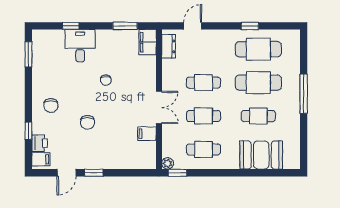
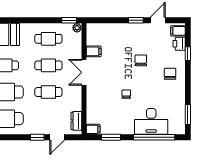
window: (71, 26) -> (154, 137), width x3.17
window: (250, 26) -> (37, 137), moved
filing cabinet: (148, 42) -> (93, 129), width x0.50
desk: (80, 46) -> (151, 121), width x1.37

